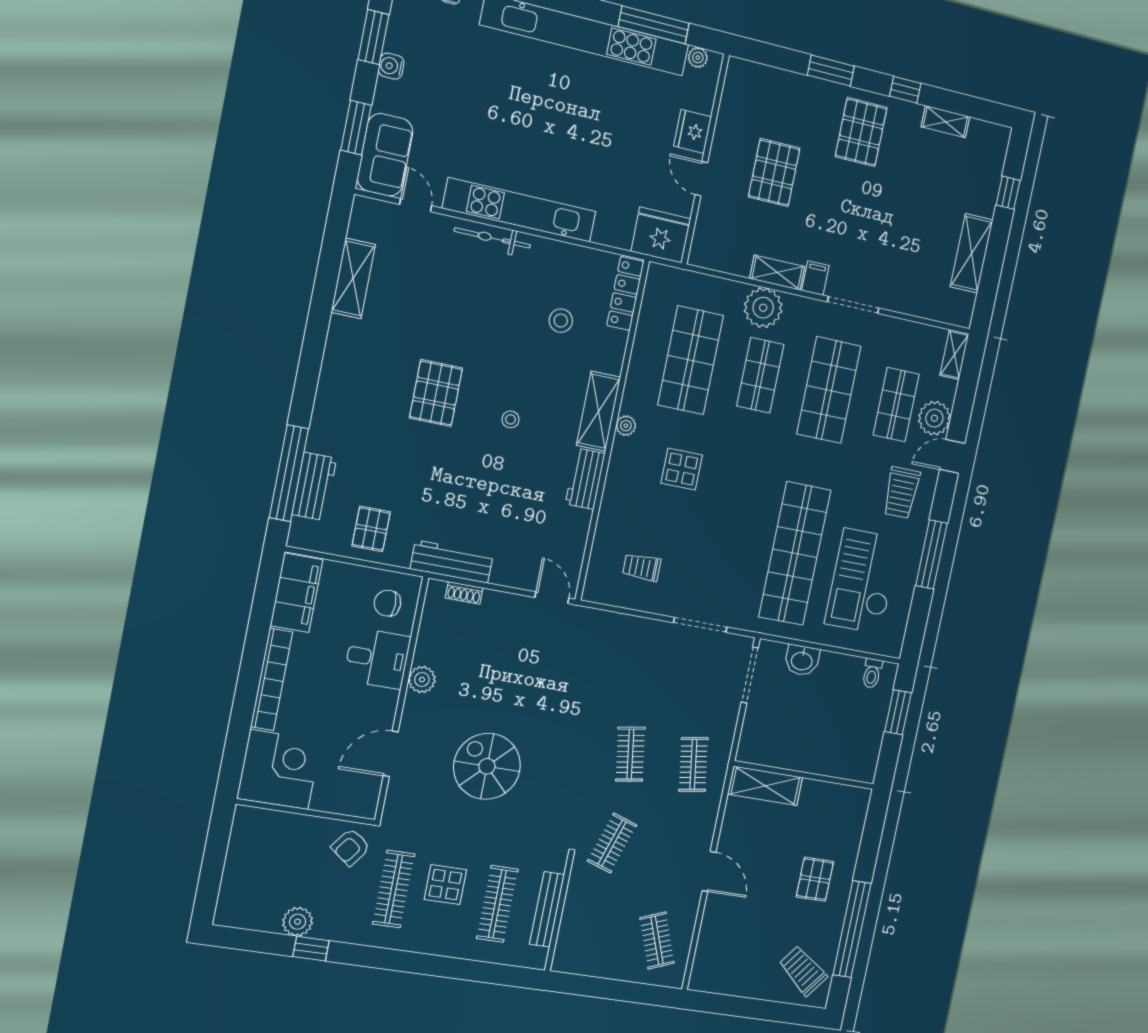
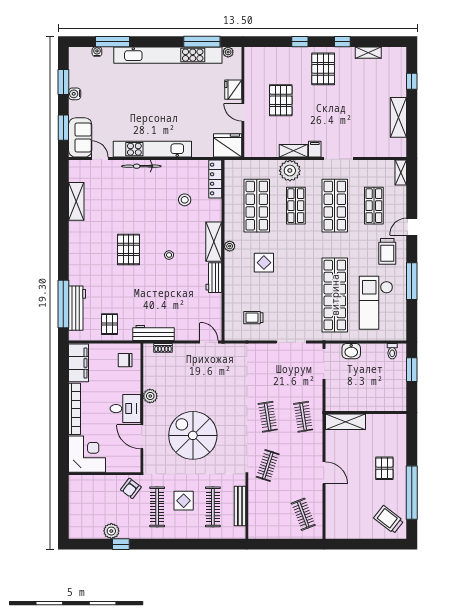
window: (831, 71) -> (300, 42), width x0.67
plant: (934, 418) -> (397, 208), removed
workbench: (314, 486) -> (77, 308), width x1.38
desk: (377, 658) -> (125, 409), moved
door: (391, 754) -> (142, 437), hinge flipped
spiral stairs: (487, 766) -> (193, 435), width x1.37, depth x1.37

